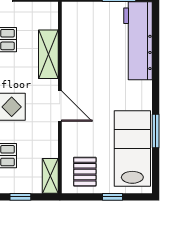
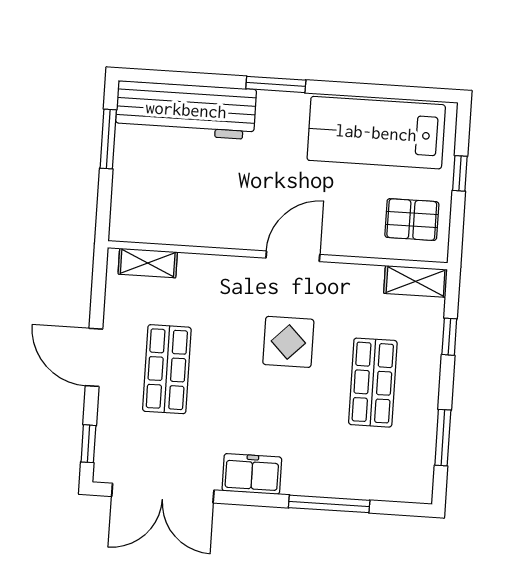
shelving: (48, 54) -> (148, 263), moved, width x0.67, depth x0.75
window: (156, 131) -> (276, 84), moved

